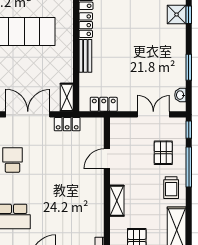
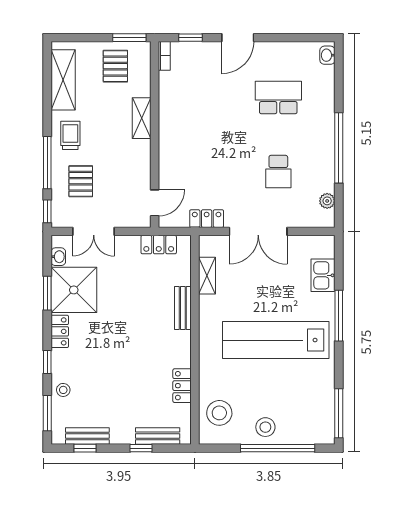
shower: (177, 15) -> (74, 290), moved, width x1.86, depth x1.86
locker: (86, 25) -> (60, 331), moved, turned 180
shelving: (67, 97) -> (207, 276), moved
door: (107, 159) -> (155, 203), moved

